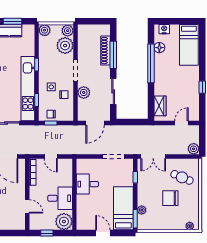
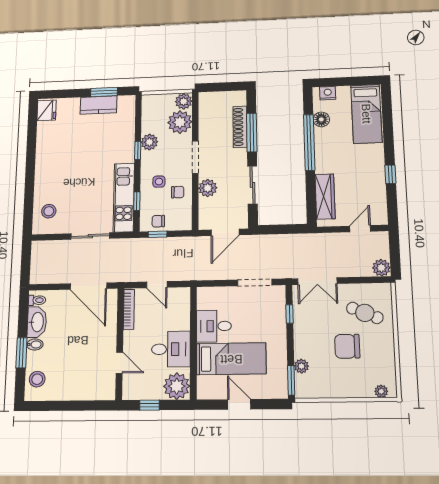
plant: (45, 30) -> (149, 142), moved
kitchen unit: (28, 89) -> (124, 197), width x0.73
wardrobe: (160, 106) -> (325, 197), width x1.50
bed: (123, 208) -> (231, 359), moved, turned 90

